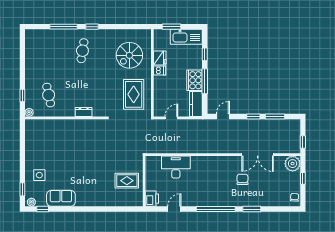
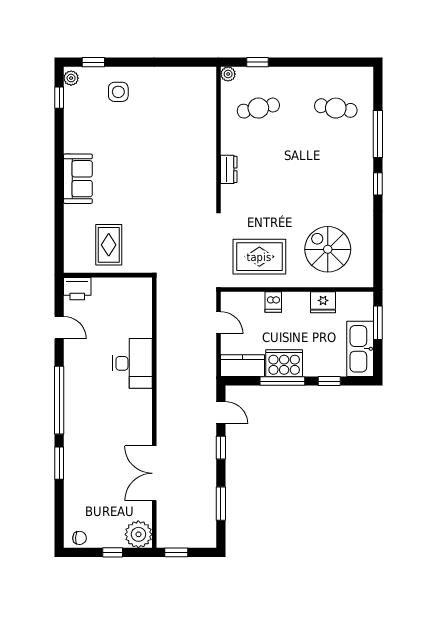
cafe table: (82, 51) -> (336, 108), moved
dishwasher: (160, 70) -> (273, 302), moved
window: (253, 116) -> (221, 448), moved
desk: (176, 167) -> (133, 363), moved
chair: (242, 179) -> (111, 447), removed
sofa: (61, 198) -> (78, 179), moved

